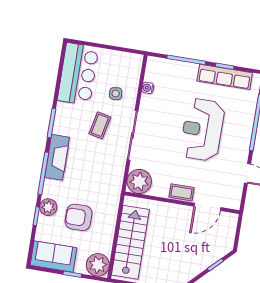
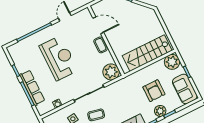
row of seats: (225, 77) -> (32, 88), moved
reception desk: (202, 130) -> (59, 58), turned -90

